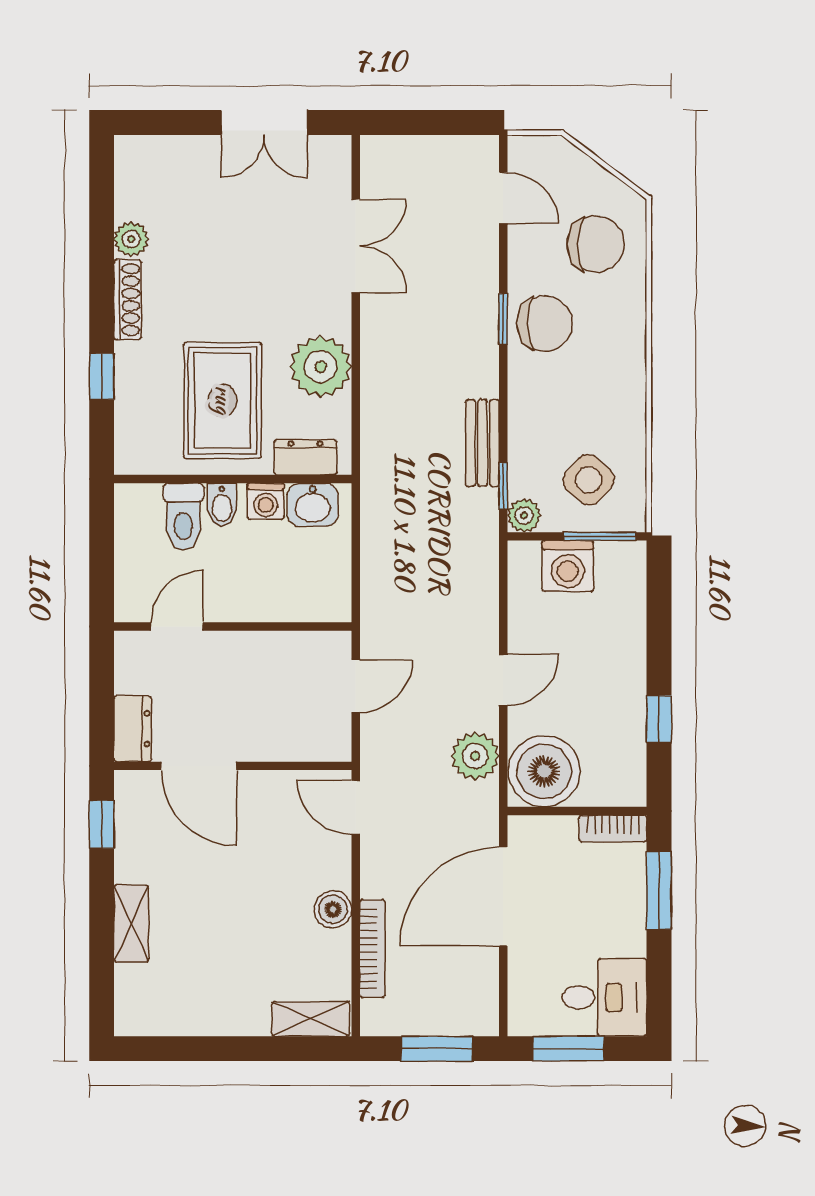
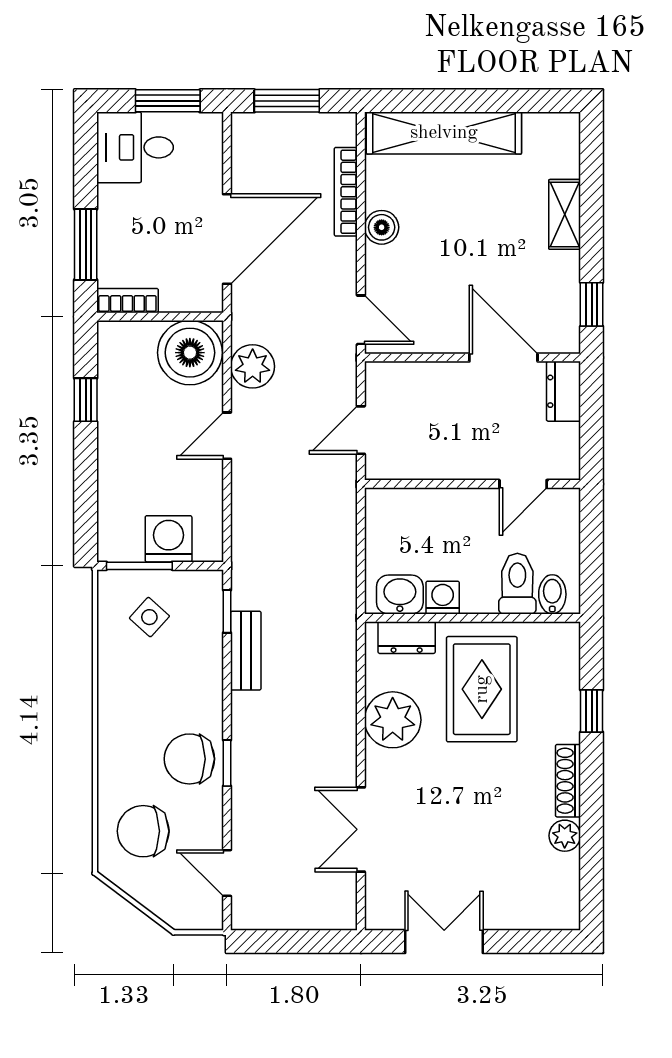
side table: (589, 480) -> (149, 617), width x0.73, depth x0.73
bidet: (222, 505) -> (552, 594), moved
plant: (524, 516) -> (208, 585), removed
shelving: (311, 1019) -> (444, 133), width x2.20, depth x1.33

